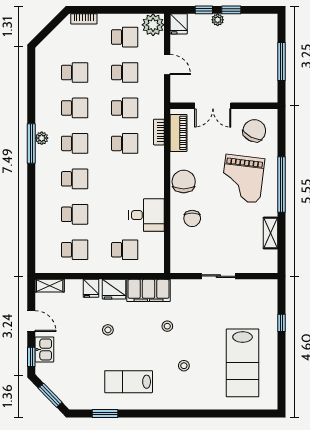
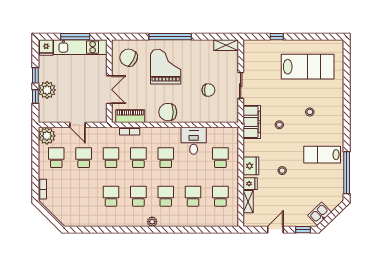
plant: (218, 20) -> (47, 90), width x1.88, depth x1.88
fridge: (179, 24) -> (46, 47), moved, turned 90
door: (167, 65) -> (77, 125), swing flipped
kitchen unit: (268, 68) -> (80, 47), added
school desk: (75, 72) -> (166, 158), moved
plant: (42, 138) -> (152, 222), moved
window: (31, 143) -> (138, 230), removed
grand piano: (243, 179) -> (166, 67), turned -97
chair: (192, 218) -> (208, 90), moved
shelving: (270, 233) -> (226, 45), moved
shelving: (50, 286) -> (248, 202), moved
filing cabinet: (148, 290) -> (252, 122), moved
kitchen sink: (44, 349) -> (320, 214), moved, turned -44
lab bench: (129, 382) -> (322, 155), turned 90
window: (50, 395) -> (333, 215), removed
window: (105, 413) -> (347, 173), width x2.11

